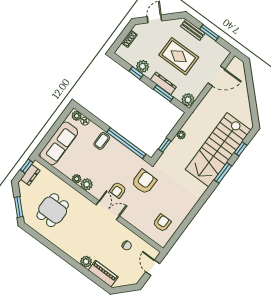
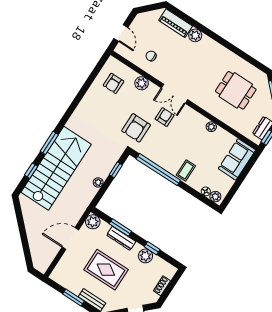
door: (216, 76) -> (70, 238), moved
sofa: (59, 143) -> (237, 159), width x0.73
plant: (87, 184) -> (142, 83), moved
dining table: (53, 210) -> (236, 90), turned 90

